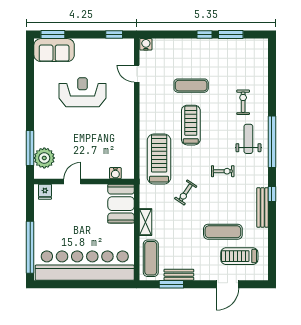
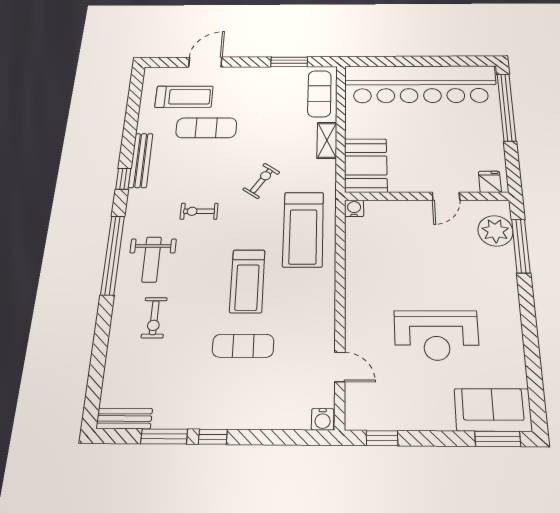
water cooler: (115, 173) -> (354, 208), moved
bench: (179, 275) -> (124, 418), moved

